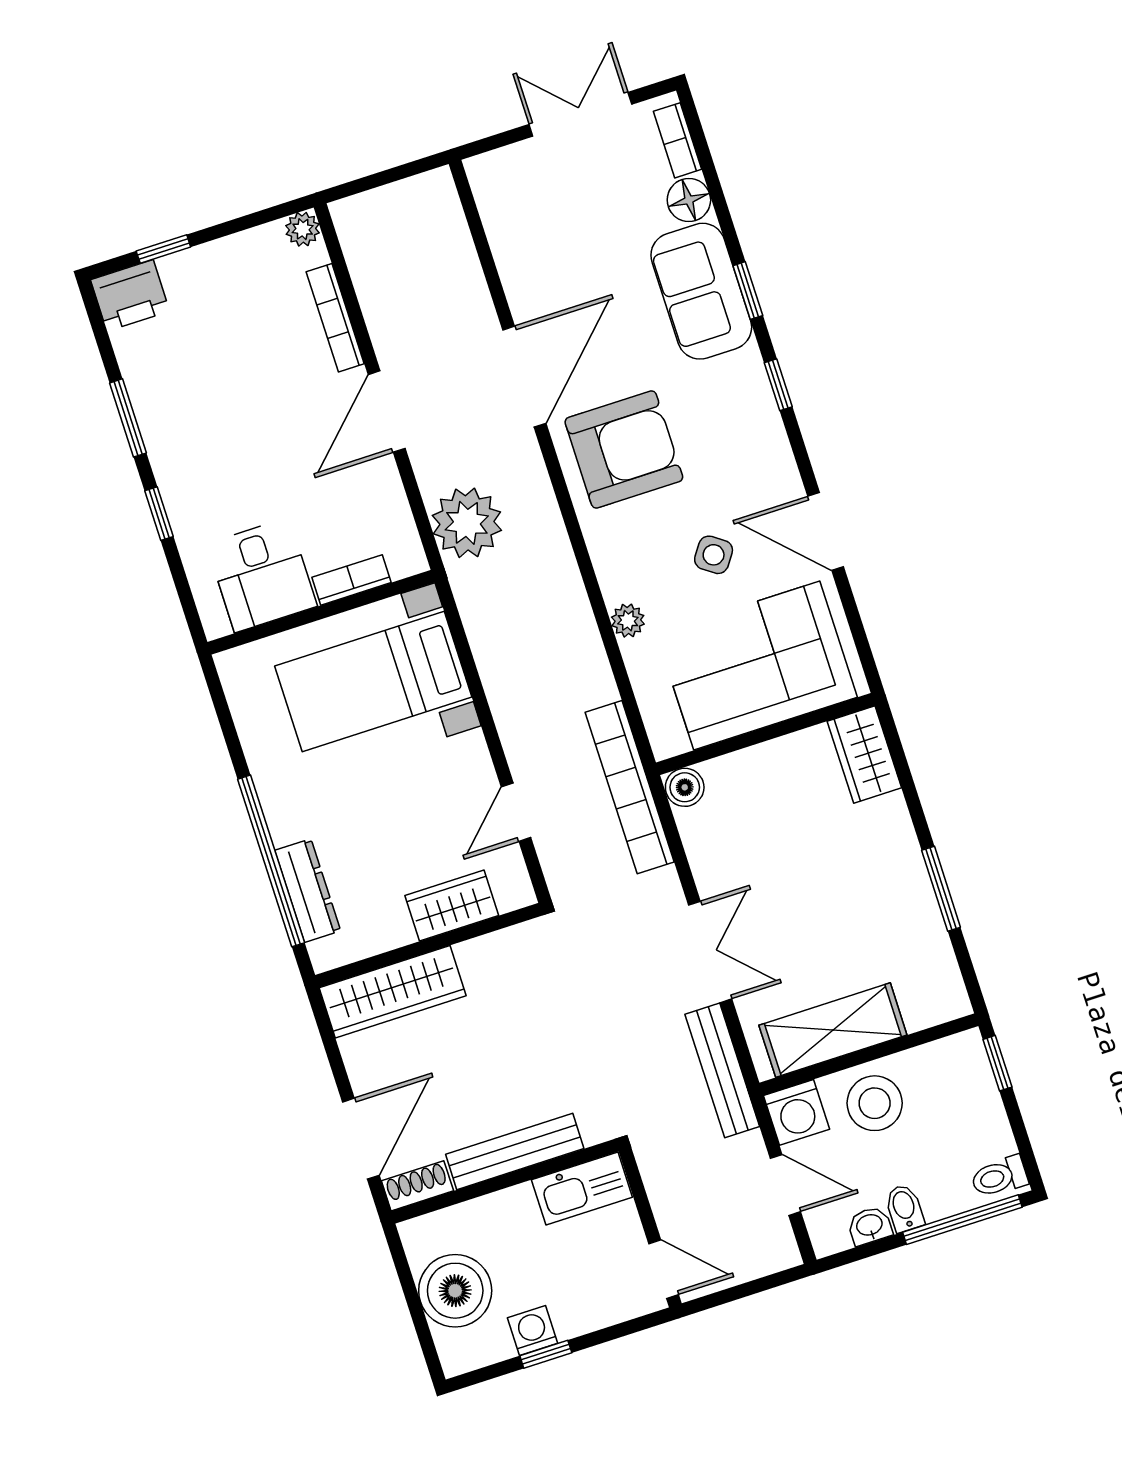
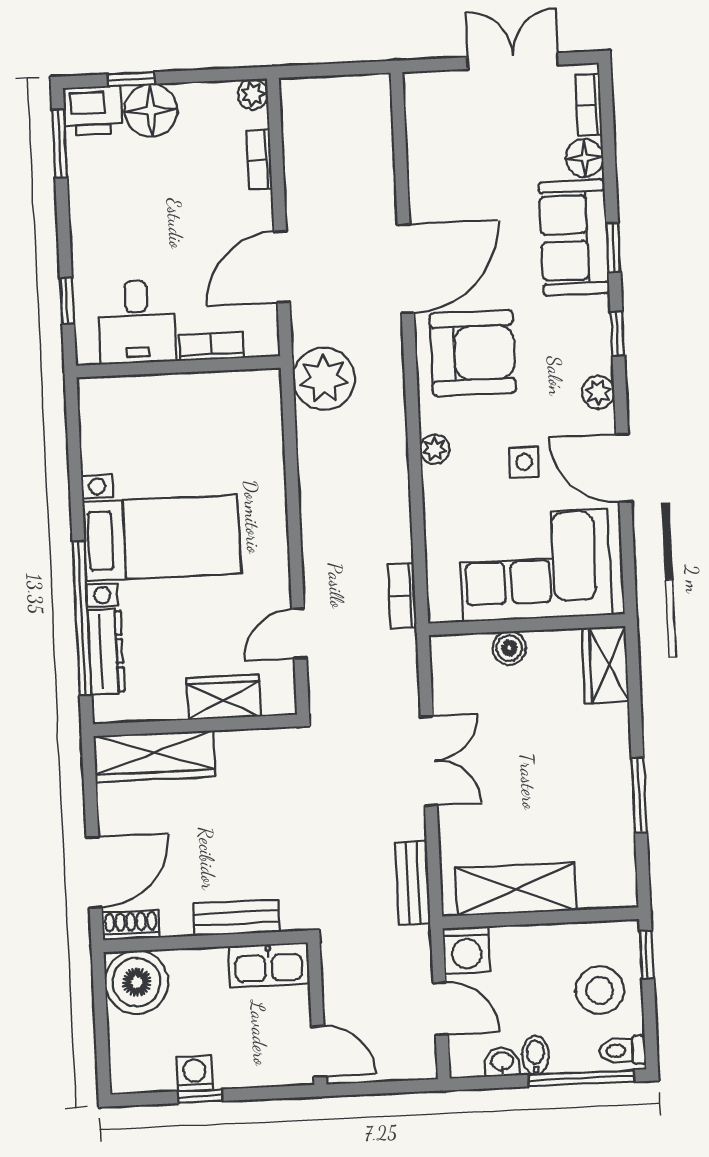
floor lamp: (195, 278) -> (151, 110), added
bookcase: (335, 318) -> (259, 160), width x0.64
window: (128, 418) -> (60, 143), moved
plant: (775, 455) -> (598, 392), added
side table: (714, 555) -> (524, 462), turned -35
desk: (262, 575) -> (137, 322), moved
bookcase: (352, 580) -> (211, 346), moved
wall: (321, 612) -> (178, 367), moved
plant: (628, 621) -> (435, 449), moved
bed with nightstands: (373, 682) -> (162, 538), moved, turned 180
bookcase: (630, 787) -> (402, 596), width x0.43, depth x0.76
boiler: (685, 787) -> (509, 648), moved
double door: (710, 952) -> (429, 761), moved
bench: (722, 1070) -> (413, 883), width x0.73
stool: (875, 1103) -> (600, 990), moved
bench: (515, 1151) -> (236, 918), width x0.73
boiler: (455, 1291) -> (137, 982), moved

